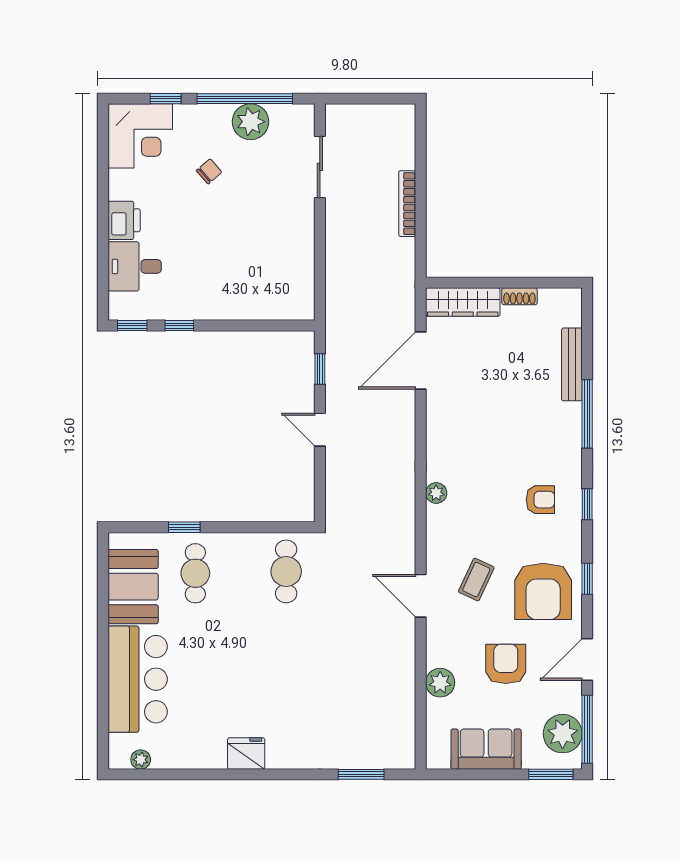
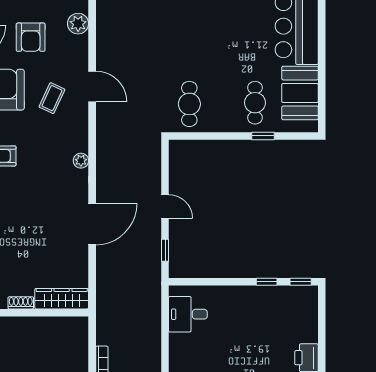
desk: (135, 266) -> (188, 314), moved, turned 180
door: (421, 360) -> (92, 224), moved

